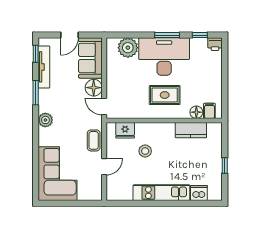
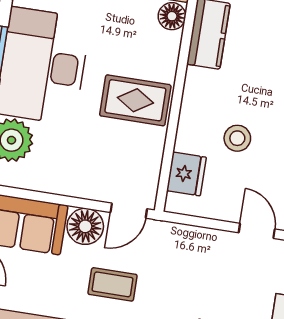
rug: (165, 95) -> (135, 100), moved, turned 90
coffee table: (94, 140) -> (113, 284), moved

